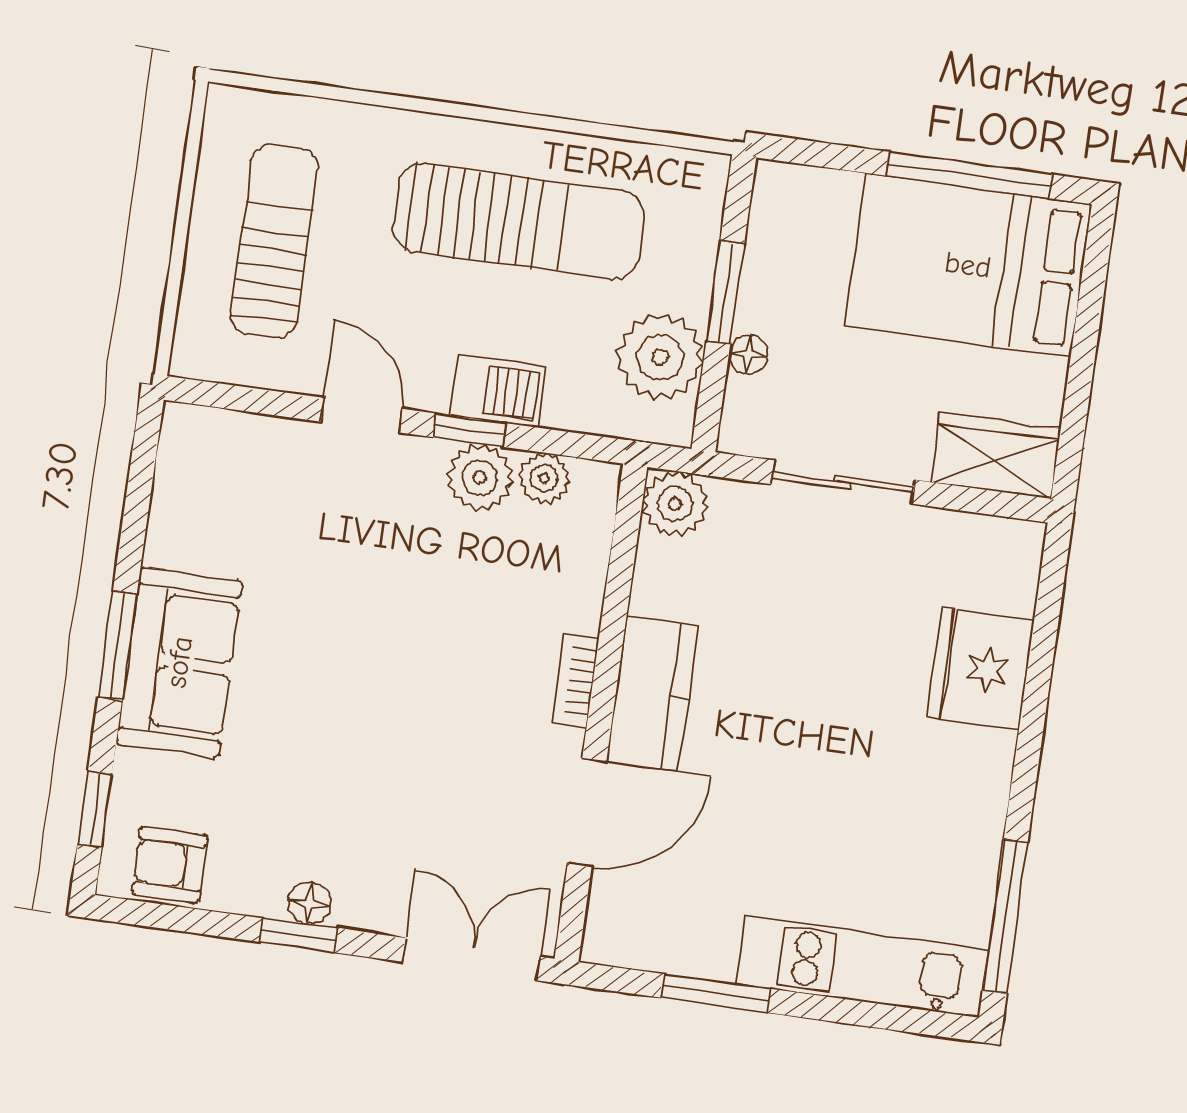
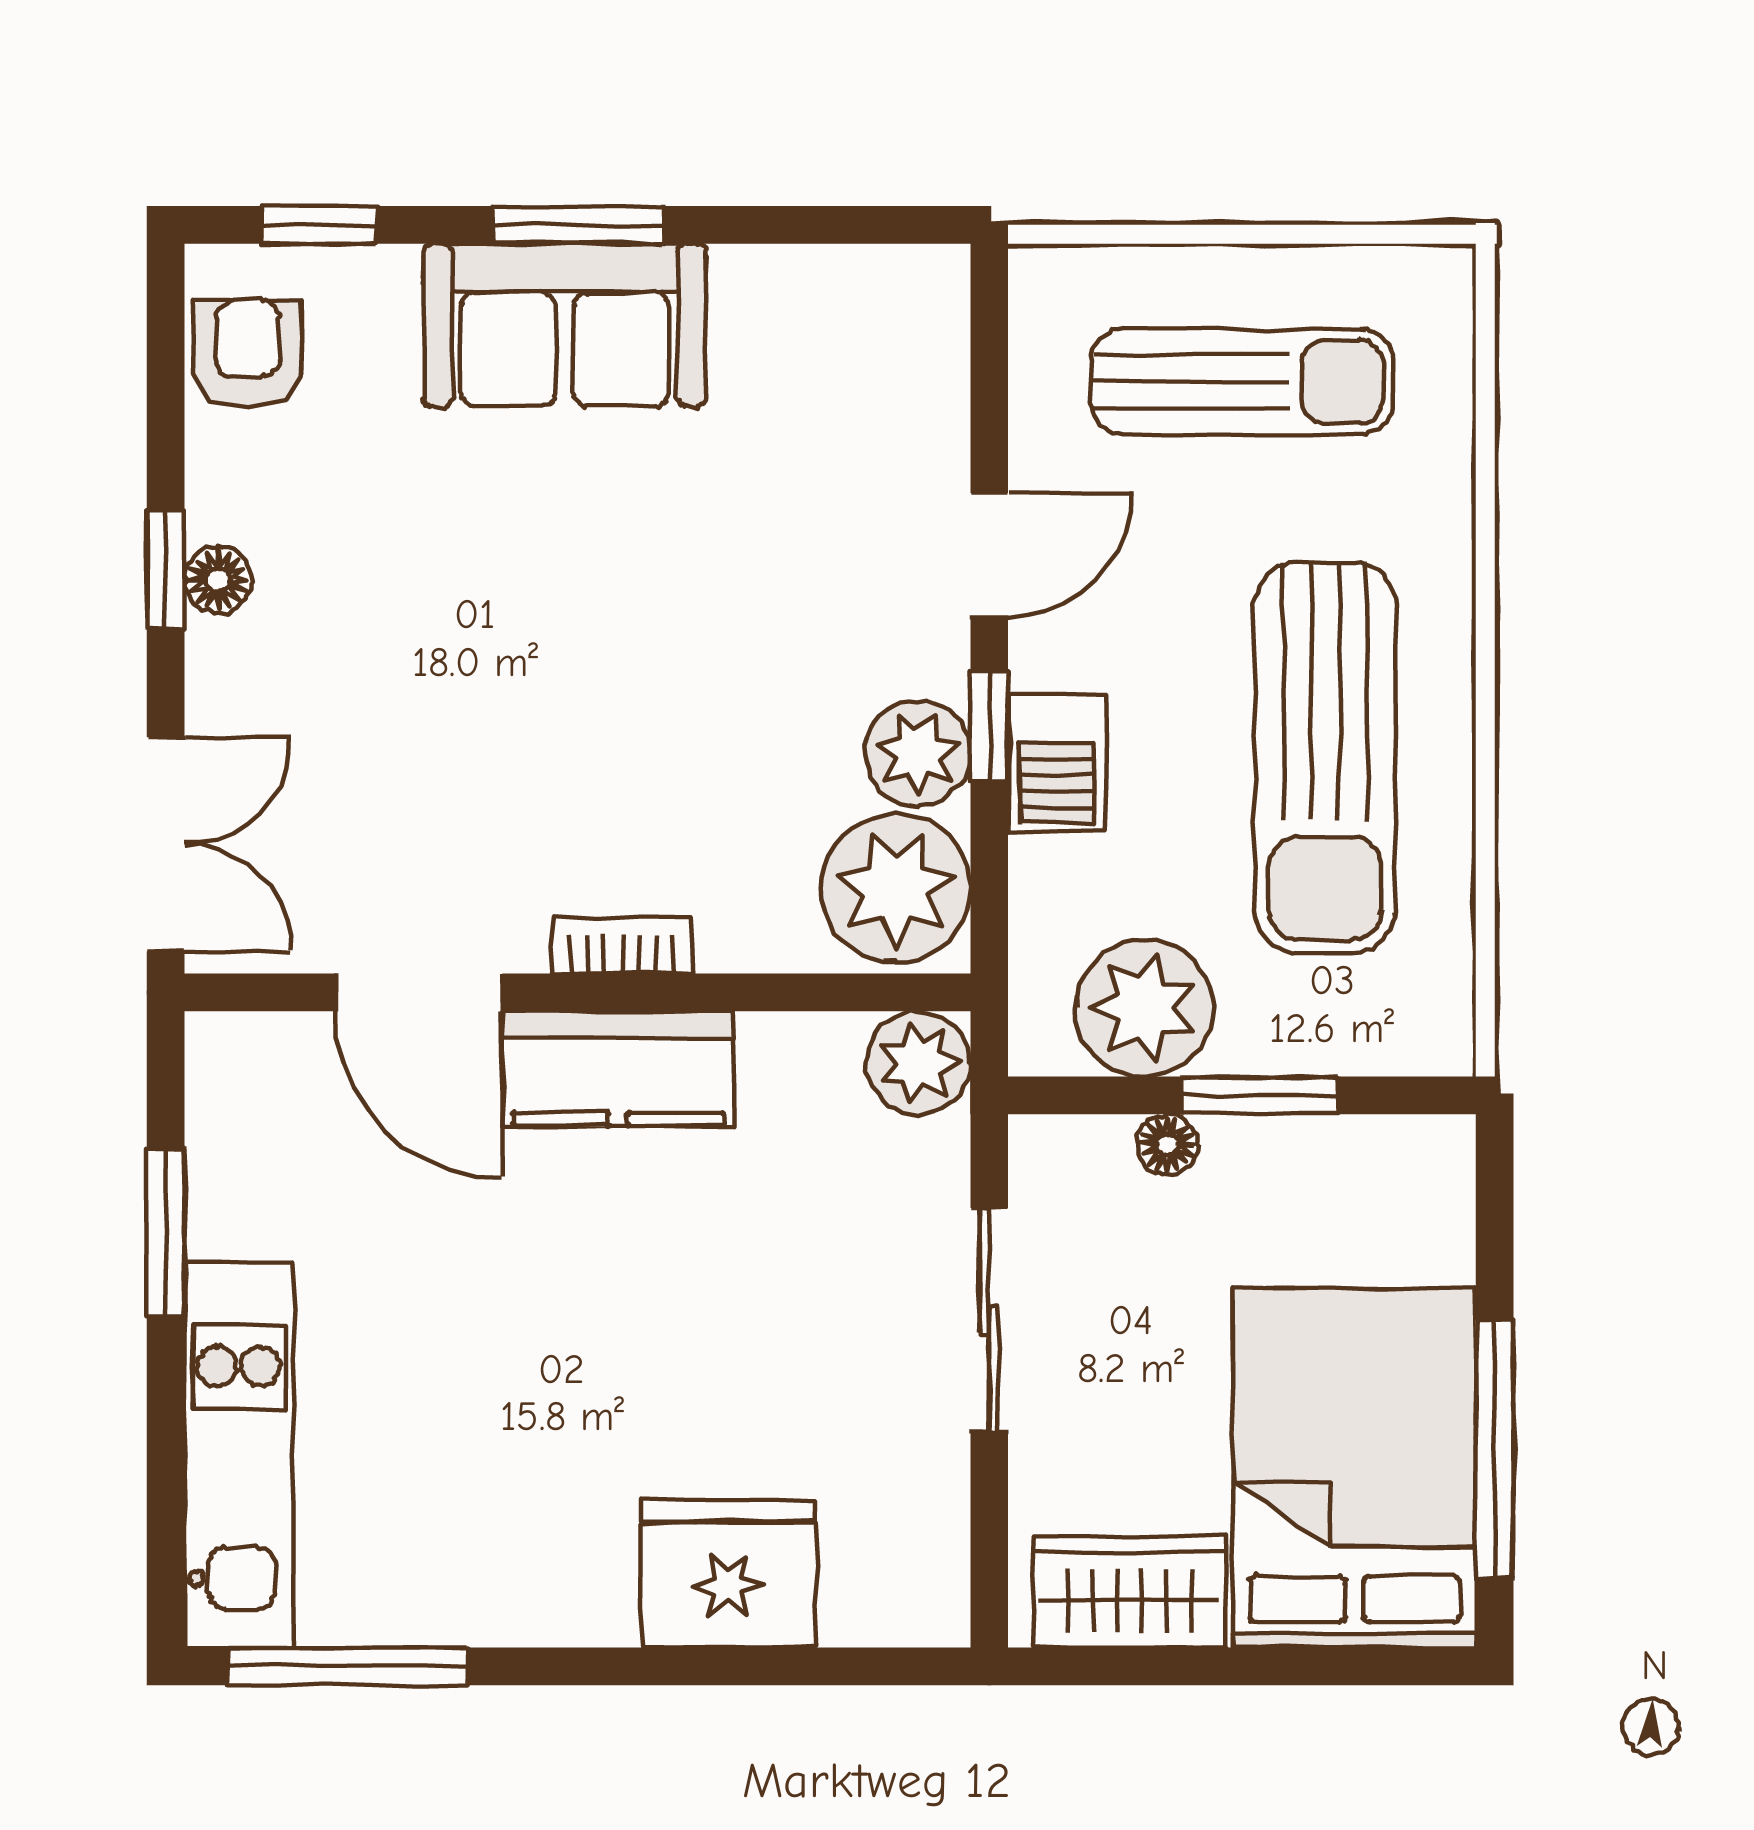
wardrobe: (996, 455) -> (1130, 1592), moved, turned -90
plant: (544, 478) -> (896, 888), width x1.88, depth x1.88

